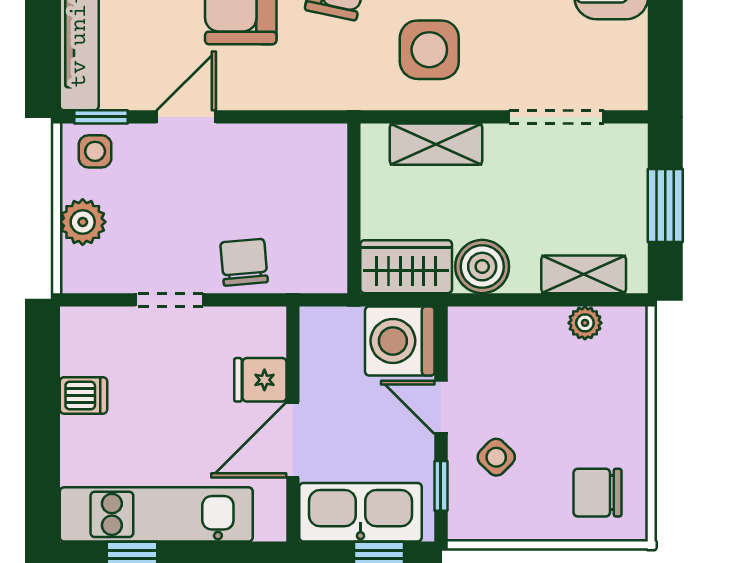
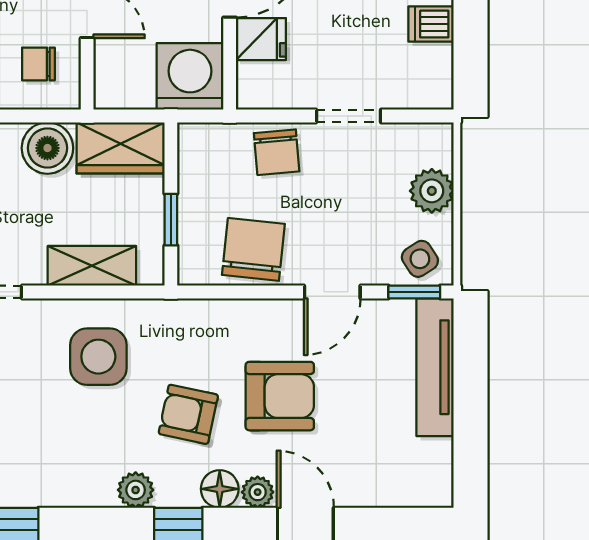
side table: (95, 151) -> (420, 259), turned -33
chair: (268, 161) -> (253, 249), added
window: (354, 192) -> (171, 220), added
washing machine: (400, 341) -> (190, 76), moved, turned -90
chair: (492, 354) -> (38, 64), added

